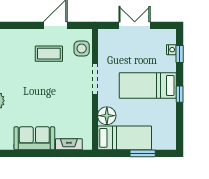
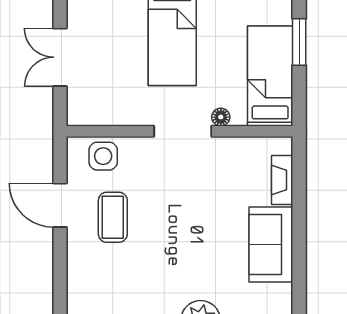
doorway: (95, 79) -> (183, 131), moved
floor lamp: (107, 116) -> (221, 117), width x0.53, depth x0.53

